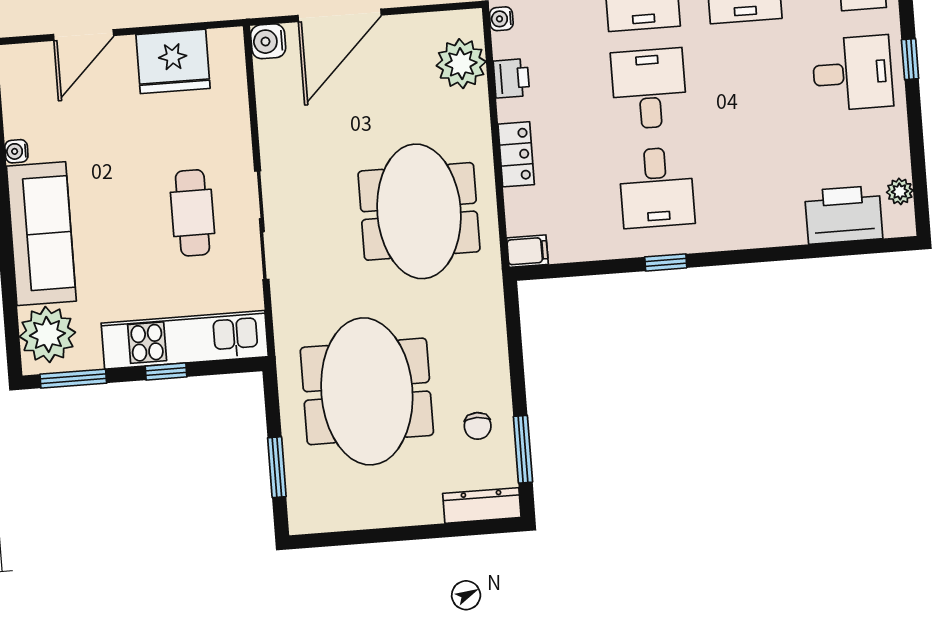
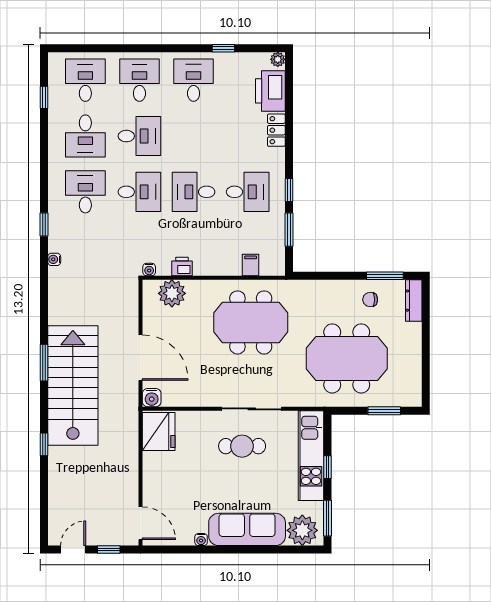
door: (84, 35) -> (140, 523), moved
window: (910, 59) -> (223, 48), moved
fridge: (173, 61) -> (159, 432), moved
locker: (516, 154) -> (276, 130), moved, turned -90
plant: (900, 191) -> (278, 59), moved
filing cabinet: (527, 251) -> (251, 265), moved
window: (594, 268) -> (289, 230), added
chair: (478, 426) -> (370, 300), turned 180

